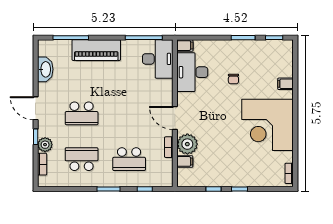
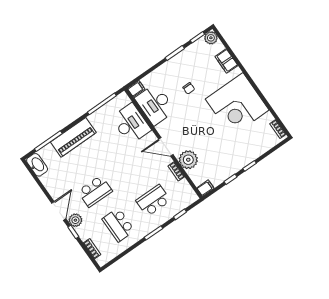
plant: (286, 47) -> (211, 38), added
desk: (158, 59) -> (131, 124), moved
washbasin: (45, 69) -> (37, 165), moved
filing cabinet: (286, 84) -> (226, 61), width x2.00
door: (36, 108) -> (59, 211), swing flipped
plant: (45, 145) -> (75, 220), moved
school desk: (82, 159) -> (118, 225), turned -90
school desk: (129, 159) -> (153, 200), turned 180
filing cabinet: (185, 161) -> (205, 188), moved

